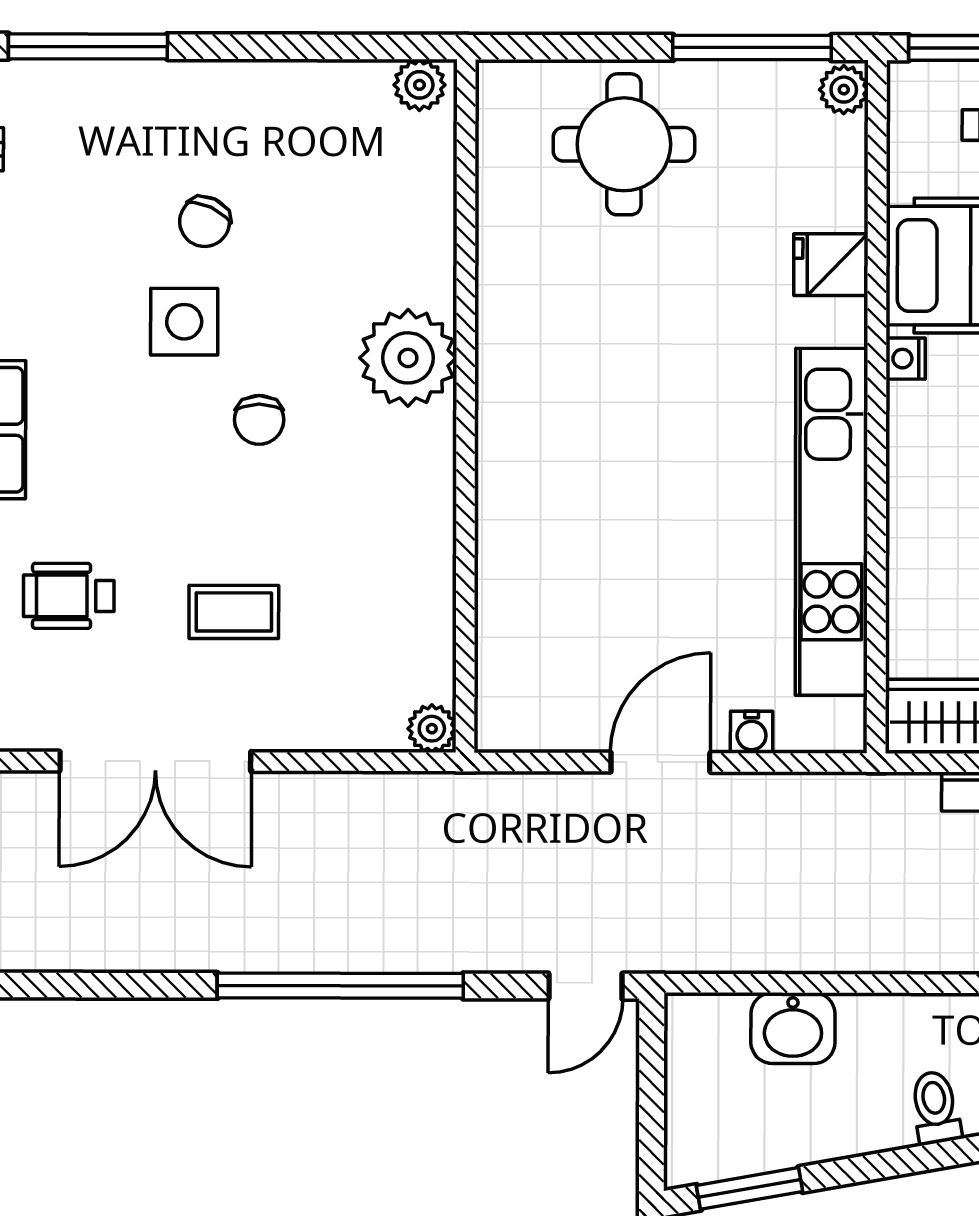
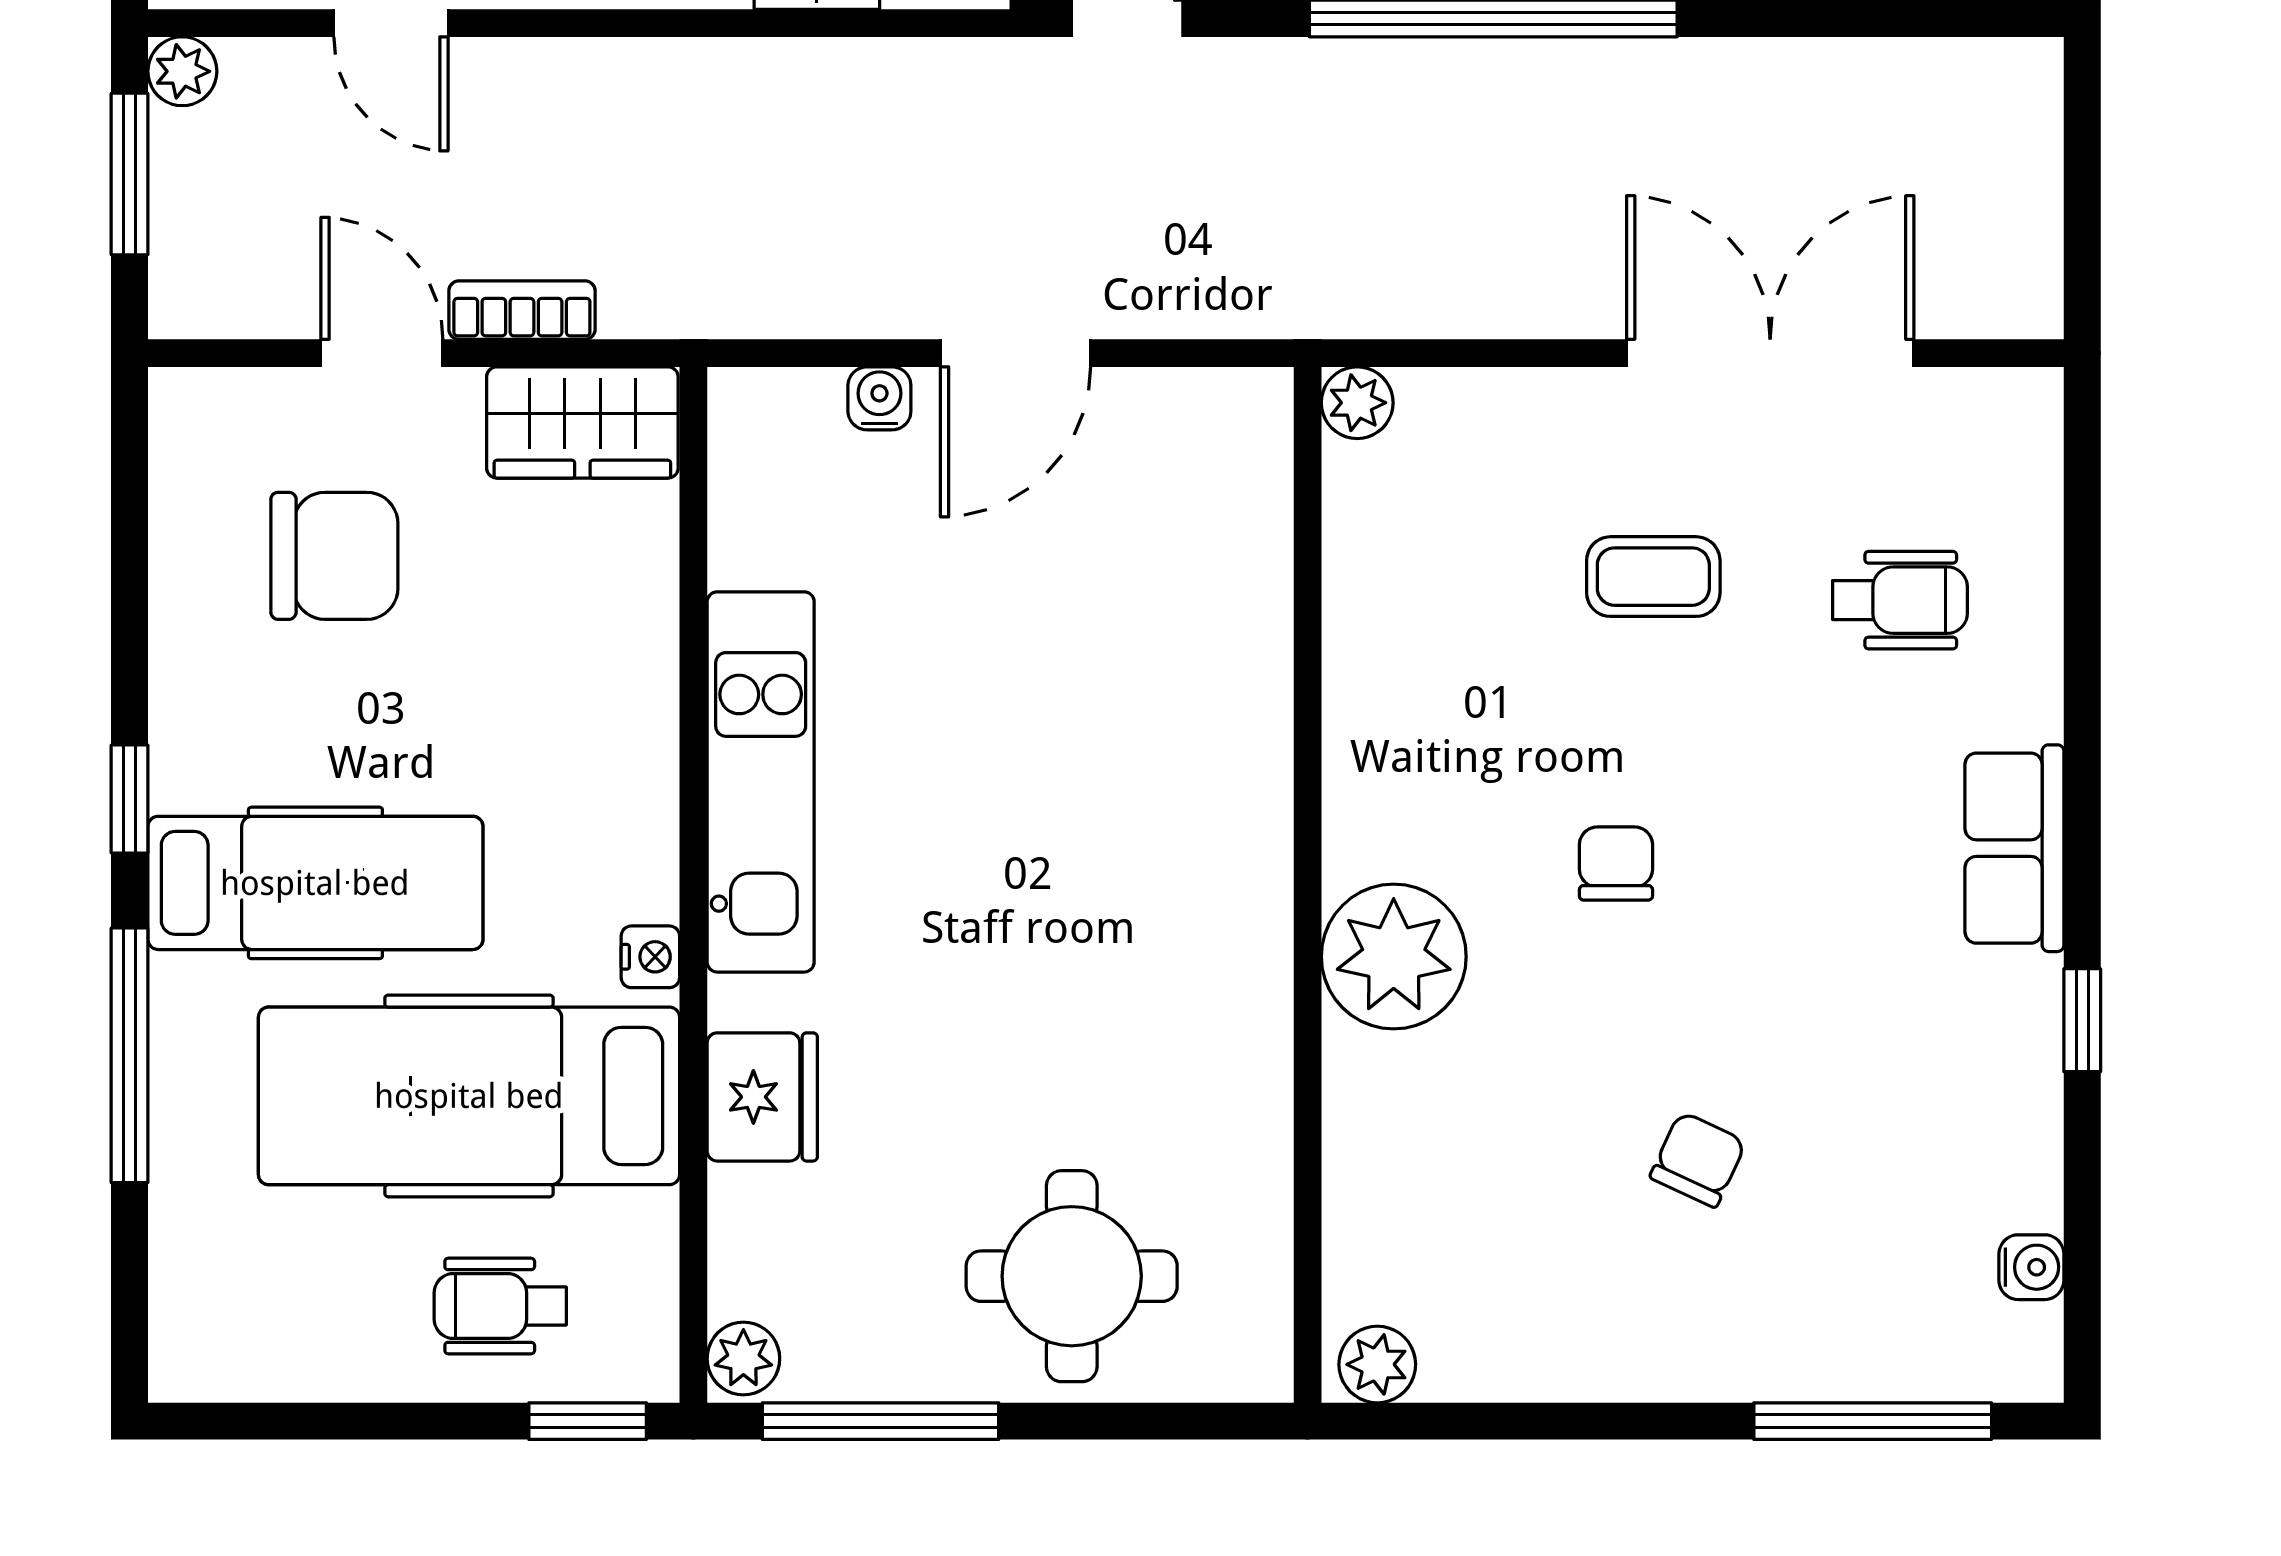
fridge: (831, 265) -> (762, 1097), width x1.38
side table: (184, 322) -> (1728, 1010), removed
kitchen unit: (831, 522) -> (761, 782), width x0.73

